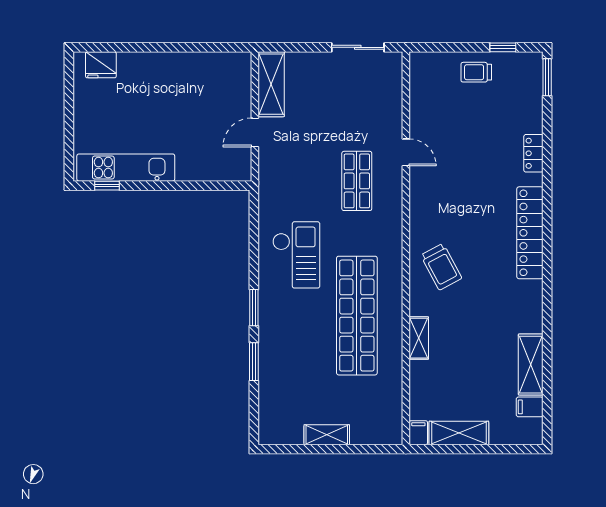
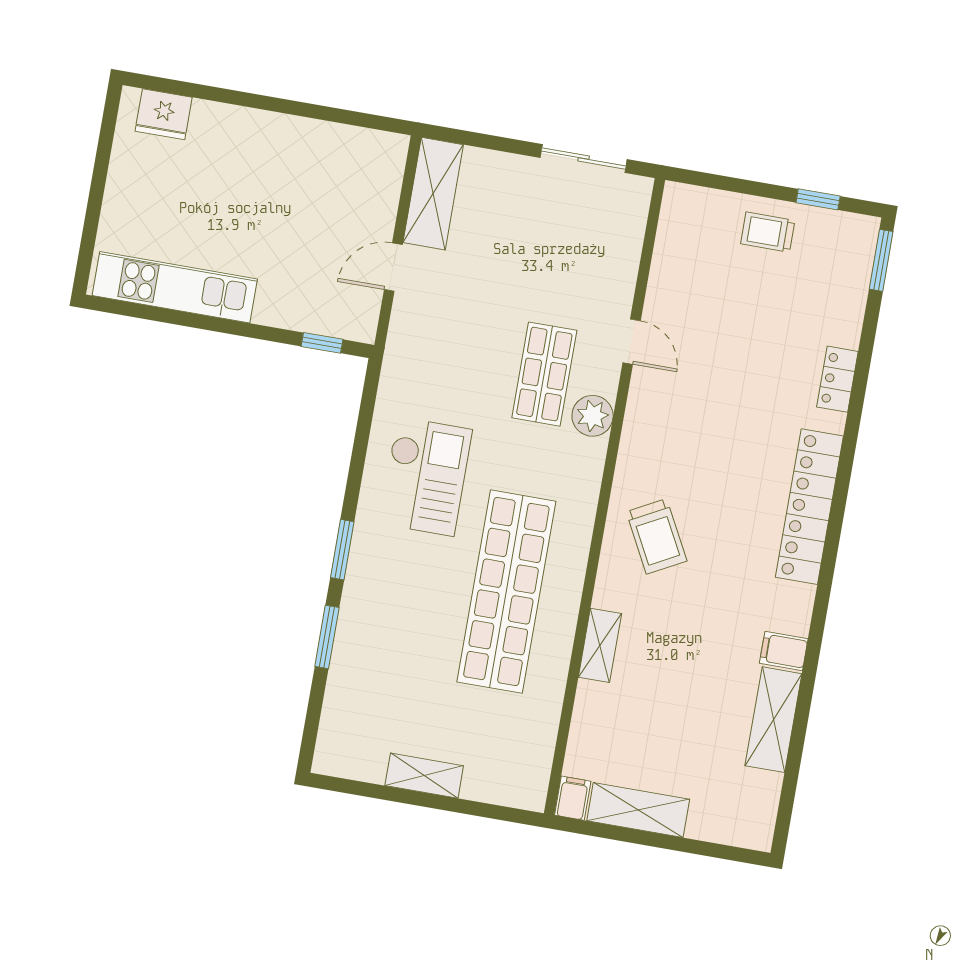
window: (107, 186) -> (322, 343), moved
plant: (390, 201) -> (593, 416), added
filing cabinet: (530, 407) -> (784, 651), moved

